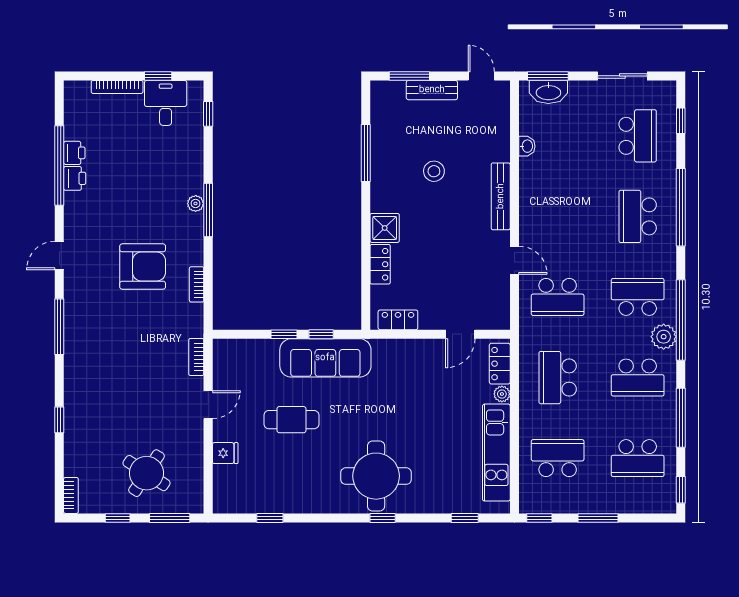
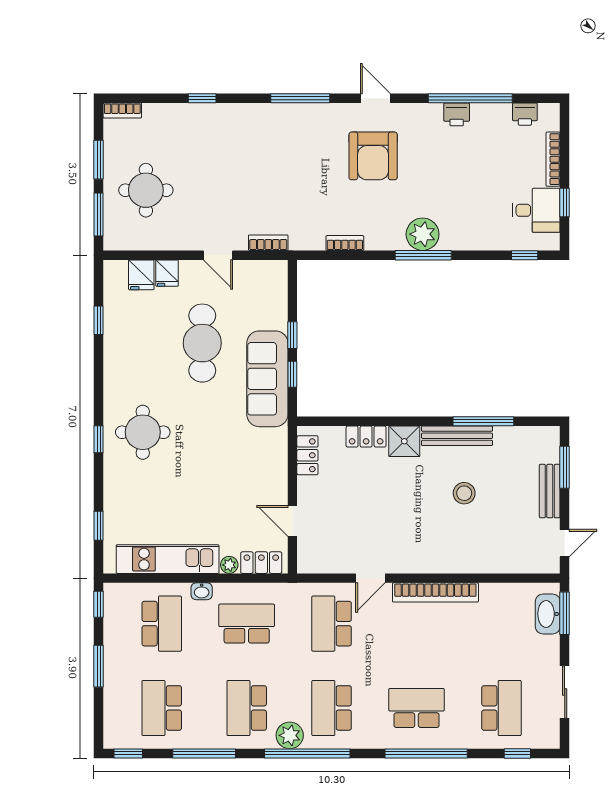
school desk: (638, 136) -> (501, 708), turned -90
washbasin: (527, 146) -> (202, 591), moved
printer: (74, 153) -> (525, 114), moved
bench: (501, 196) -> (457, 436), moved
bookcase: (528, 198) -> (435, 592), added
plant: (196, 203) -> (423, 234), width x1.88, depth x1.88
armchair: (143, 267) -> (373, 156), moved
school desk: (638, 297) -> (332, 708), turned 180
cafe table: (291, 420) -> (202, 343), width x1.37, depth x1.35
round table: (147, 473) -> (146, 190), turned -33
round table: (376, 476) -> (143, 432), width x0.73, depth x0.73
fridge: (227, 477) -> (141, 275), added
window: (118, 518) -> (99, 160), width x1.50

